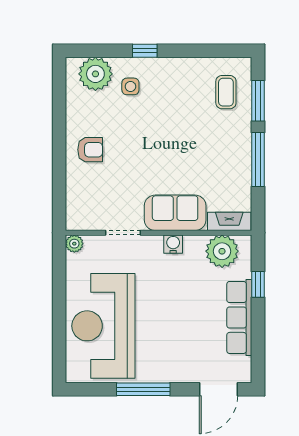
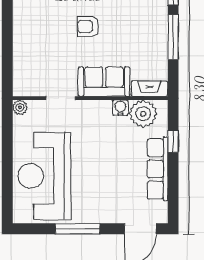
armchair: (90, 150) -> (88, 27), moved, turned 180
water cooler: (173, 244) -> (120, 108), moved

